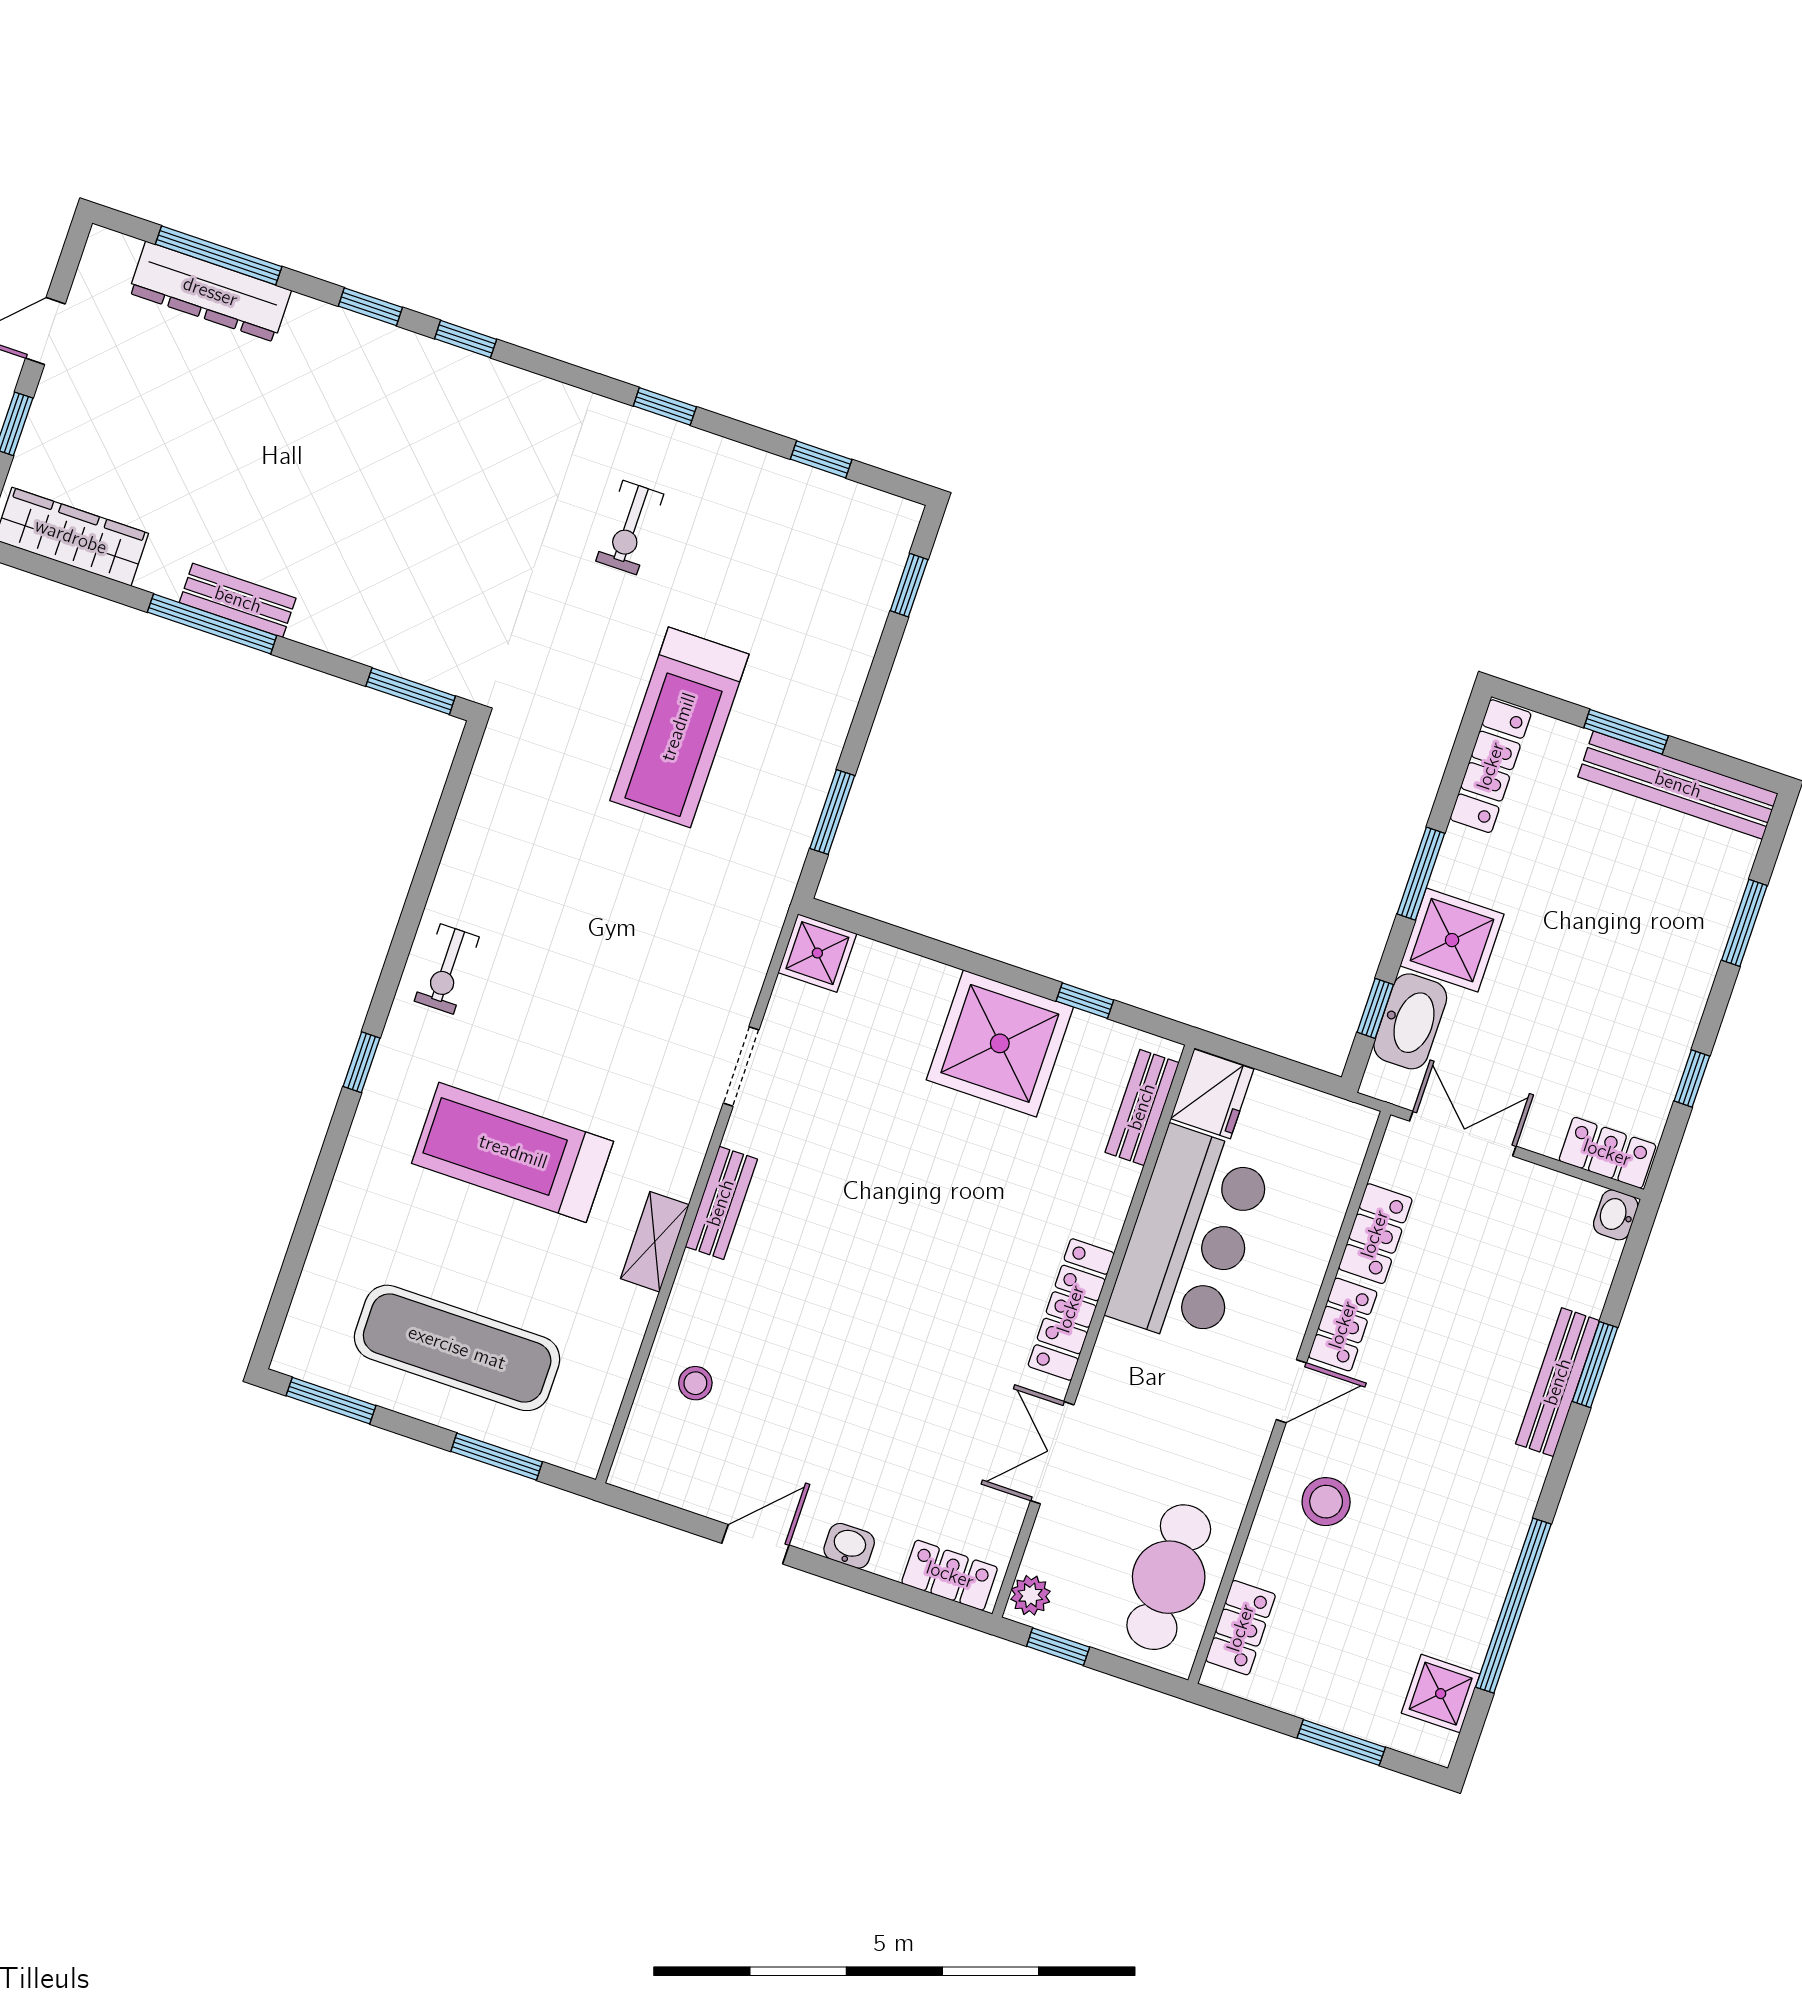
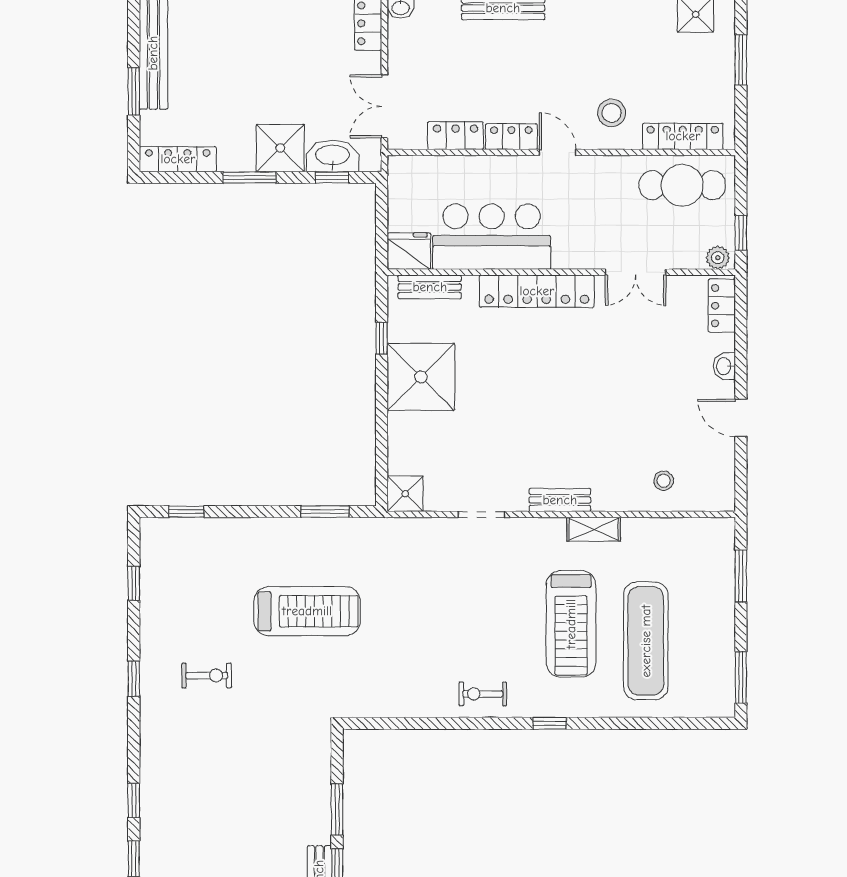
window: (411, 691) -> (337, 810), moved
exercise bike: (447, 969) -> (483, 694), turned 180
locker: (1071, 1309) -> (537, 291), width x1.41, depth x1.21
exercise mat: (457, 1348) -> (646, 641), moved
locker: (1241, 1628) -> (683, 136), width x1.53

